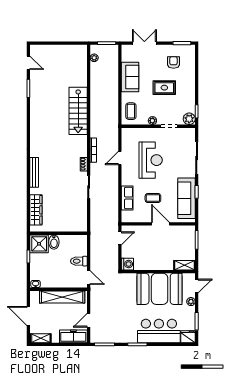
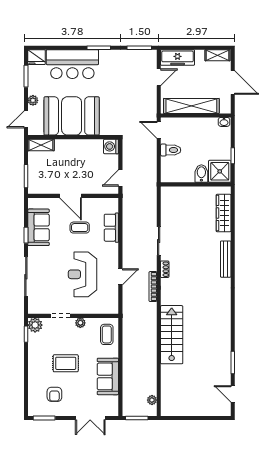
sofa: (186, 198) -> (38, 227), width x0.73

